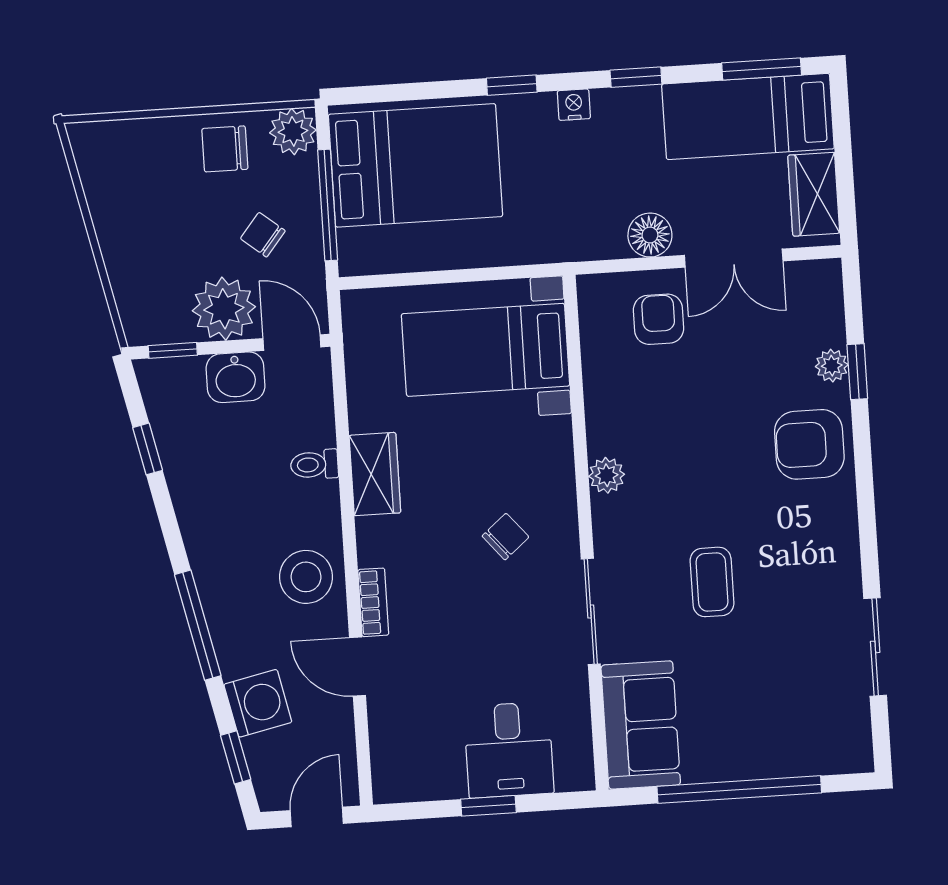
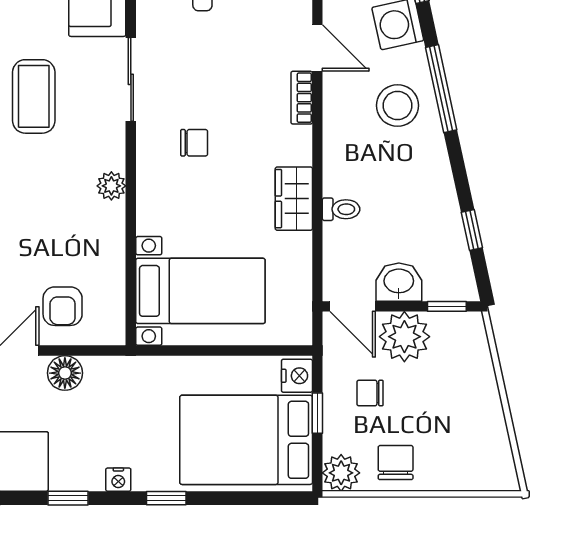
chair: (225, 149) -> (396, 463), turned -90
window: (328, 205) -> (317, 413), width x0.46
chair: (263, 235) -> (370, 393), turned 141
nightstand: (357, 251) -> (297, 376), added
chair: (506, 537) -> (194, 143), turned -140
stool: (306, 577) -> (398, 105), moved
coffee table: (712, 582) -> (34, 96), width x1.36, depth x1.30

